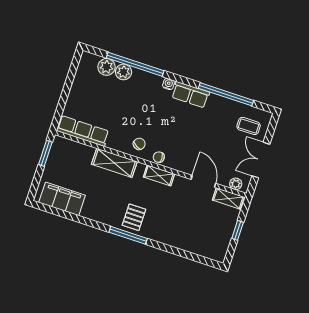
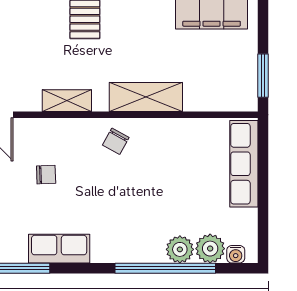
water cooler: (168, 84) -> (236, 254), moved
row of seats: (83, 131) -> (244, 164), moved, turned 90
chair: (159, 157) -> (46, 175), moved

